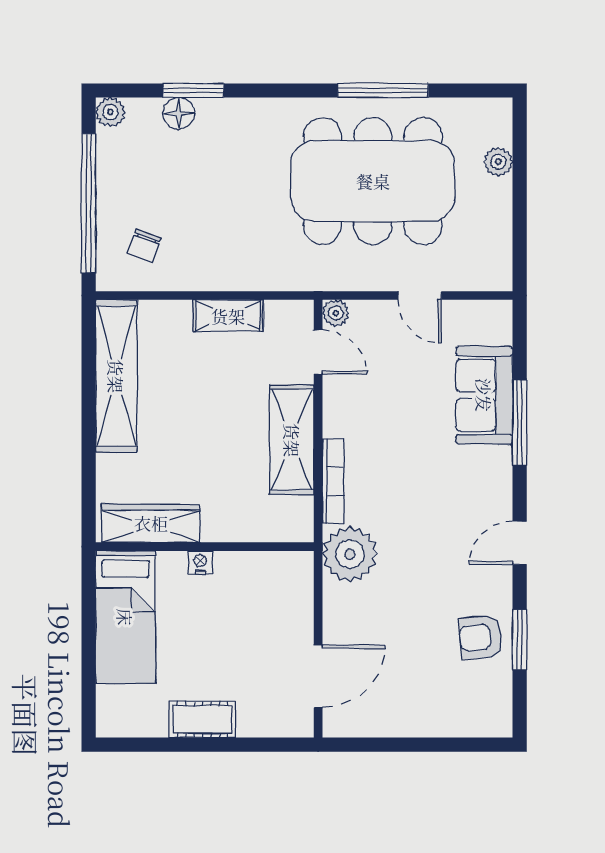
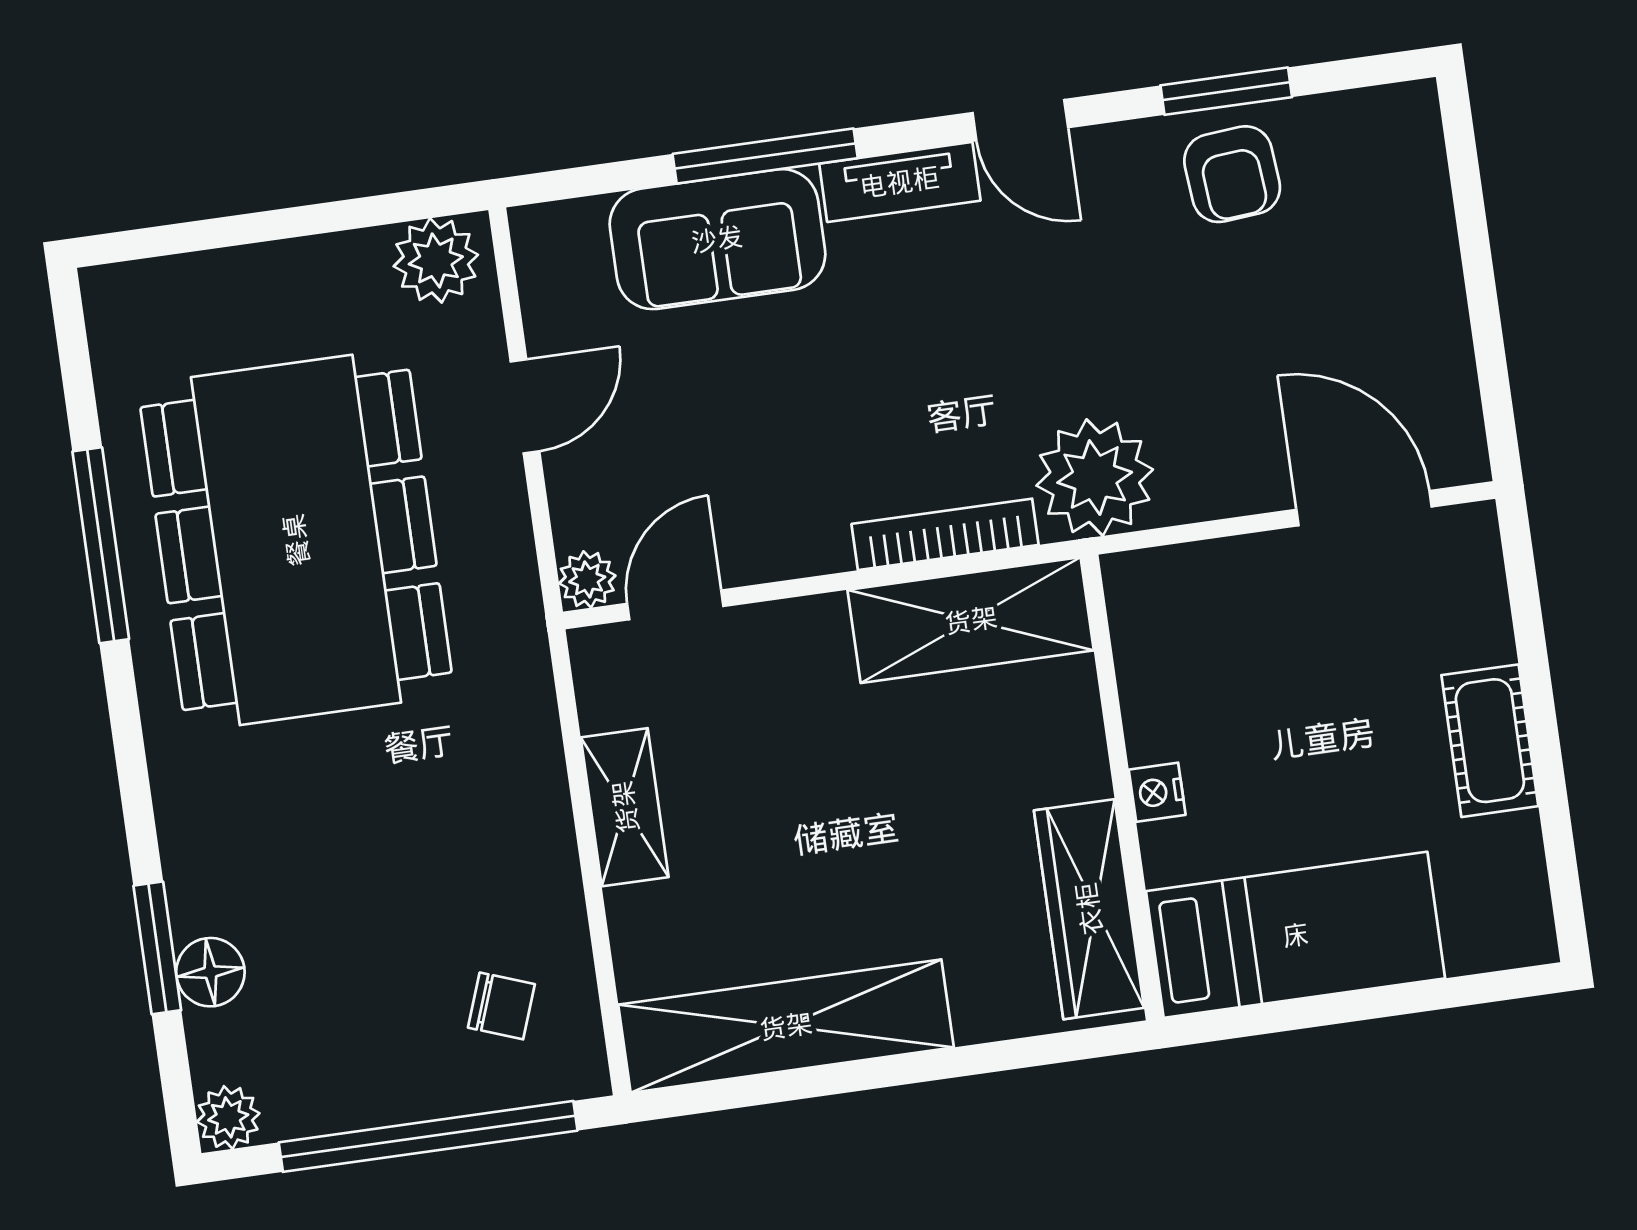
plant: (498, 162) -> (436, 260), moved, width x1.38, depth x1.38
shelving: (292, 440) -> (971, 620), moved
tv unit: (499, 483) -> (900, 182), added

